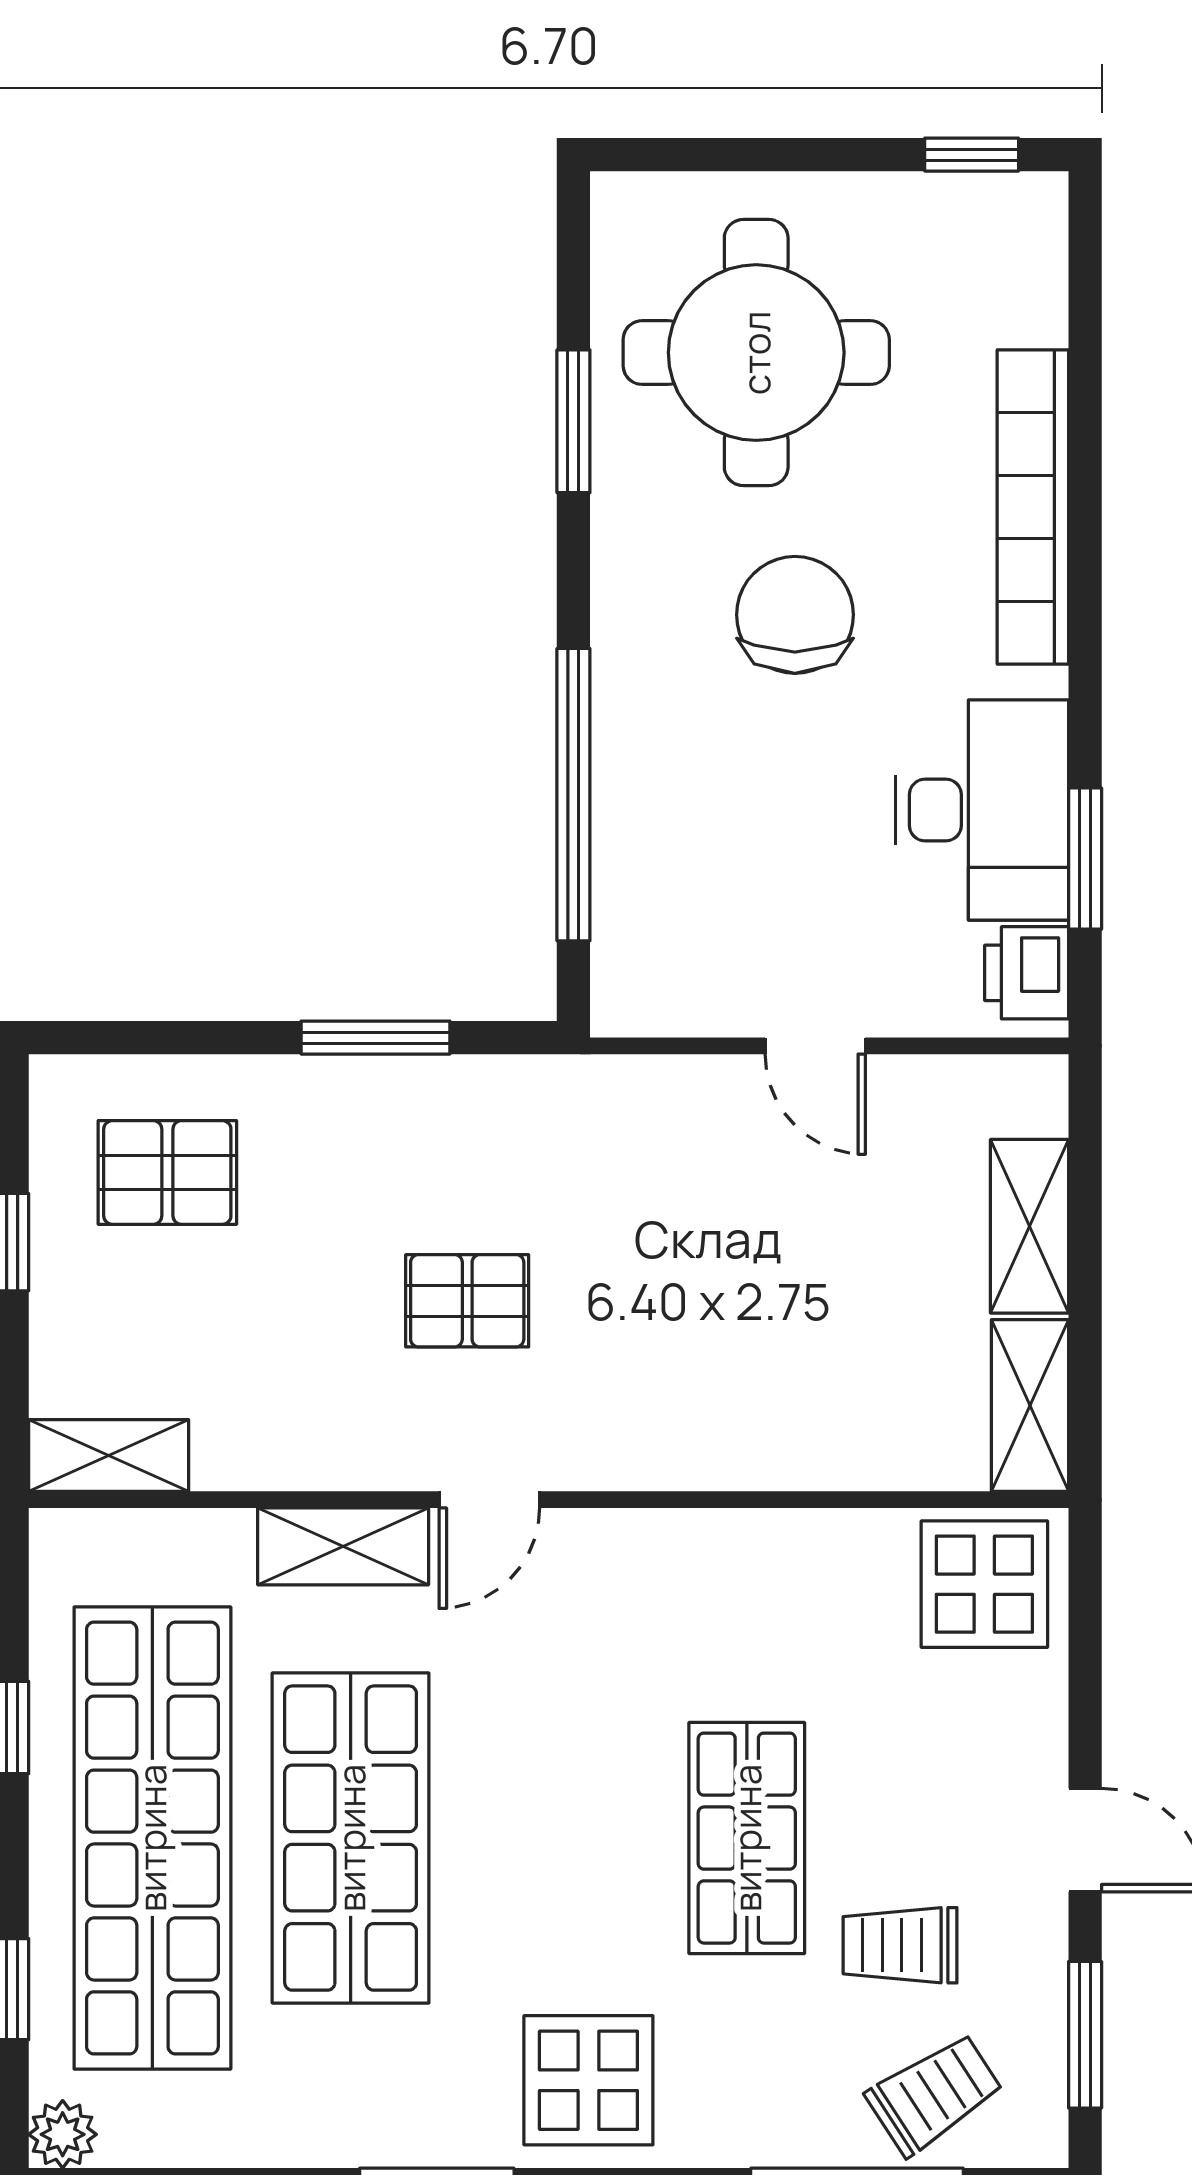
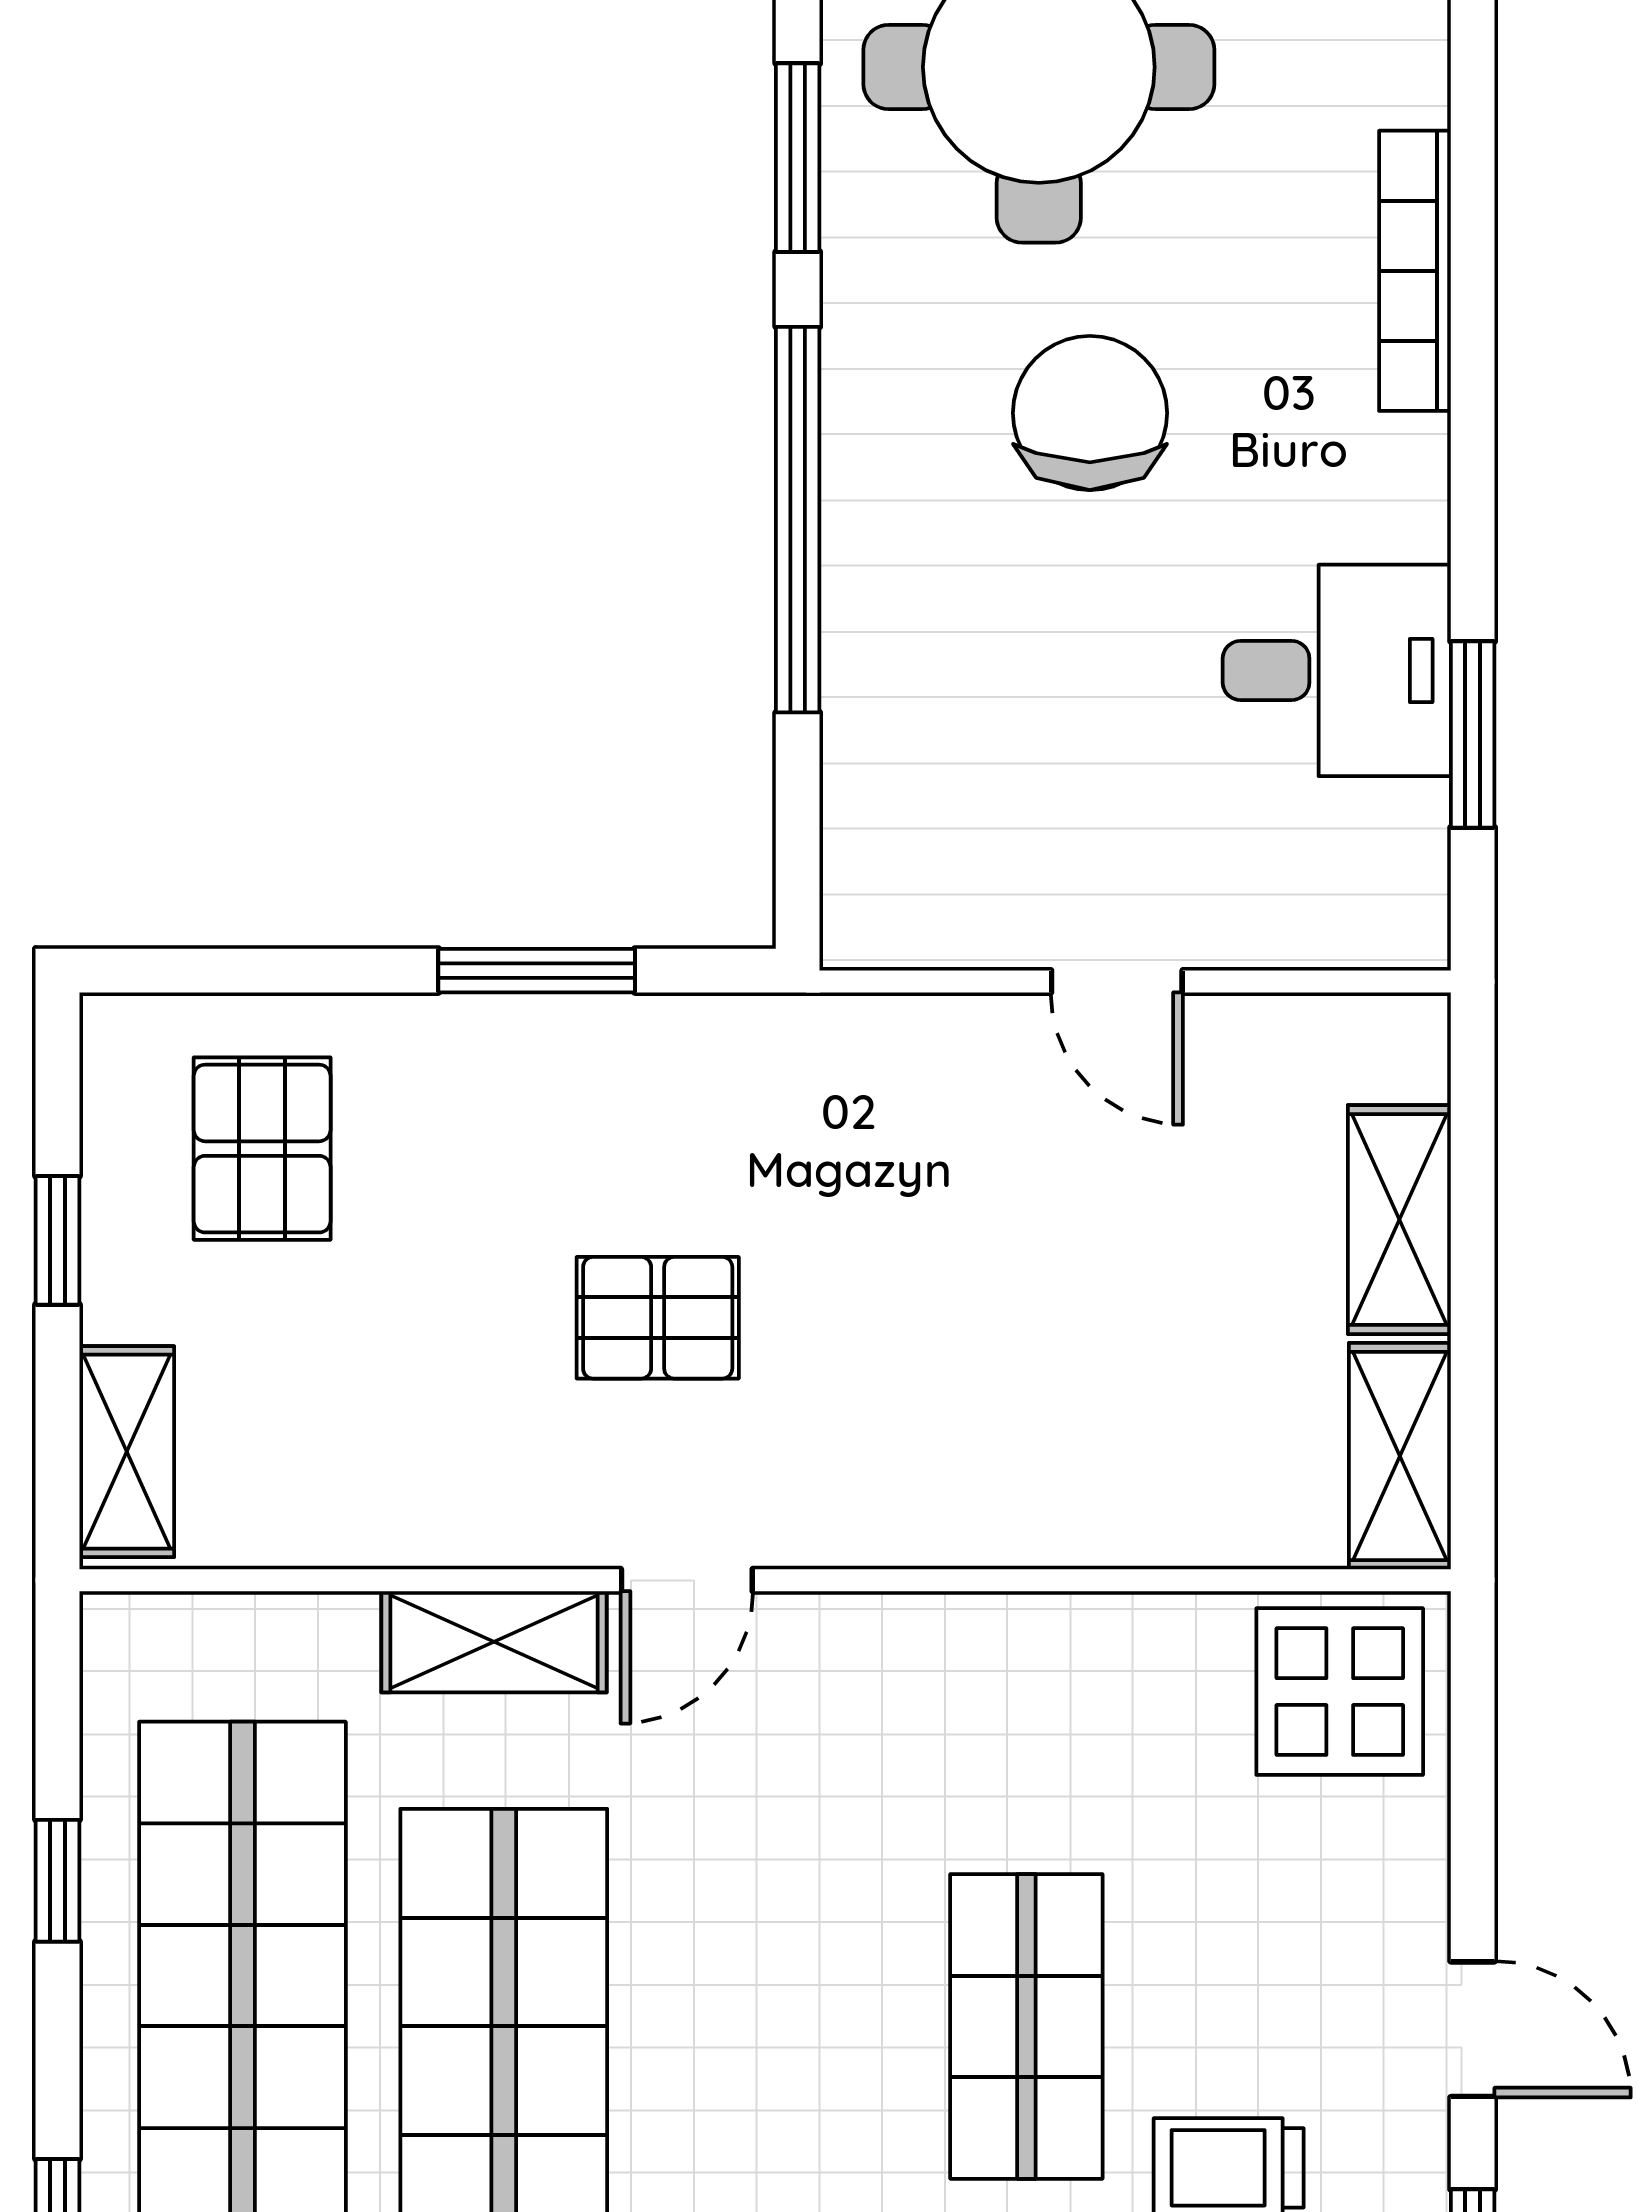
bookcase: (1033, 507) -> (1415, 271), width x0.68, depth x0.76
window: (573, 795) -> (798, 520), moved
desk: (982, 810) -> (1337, 670), width x0.73
printer: (1027, 973) -> (1396, 885), removed
pallet: (167, 1172) -> (262, 1149), turned 90
shelving: (109, 1455) -> (127, 1452), moved, turned 90

